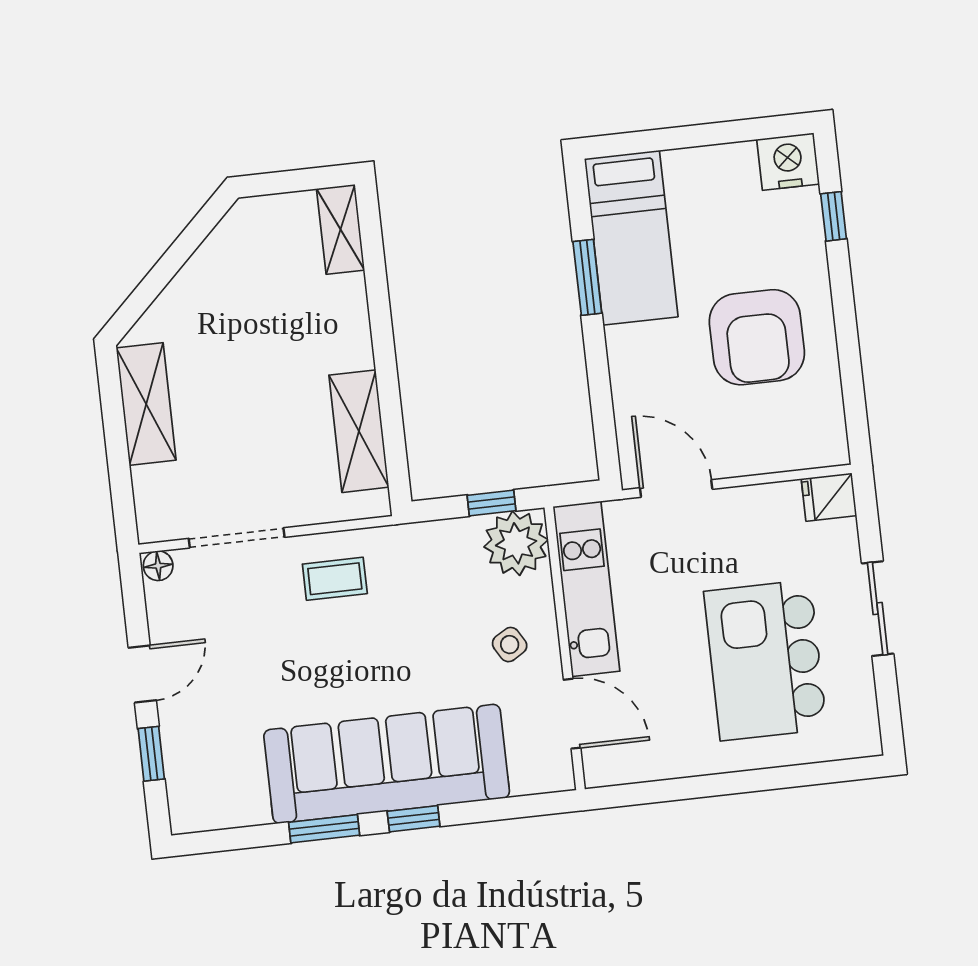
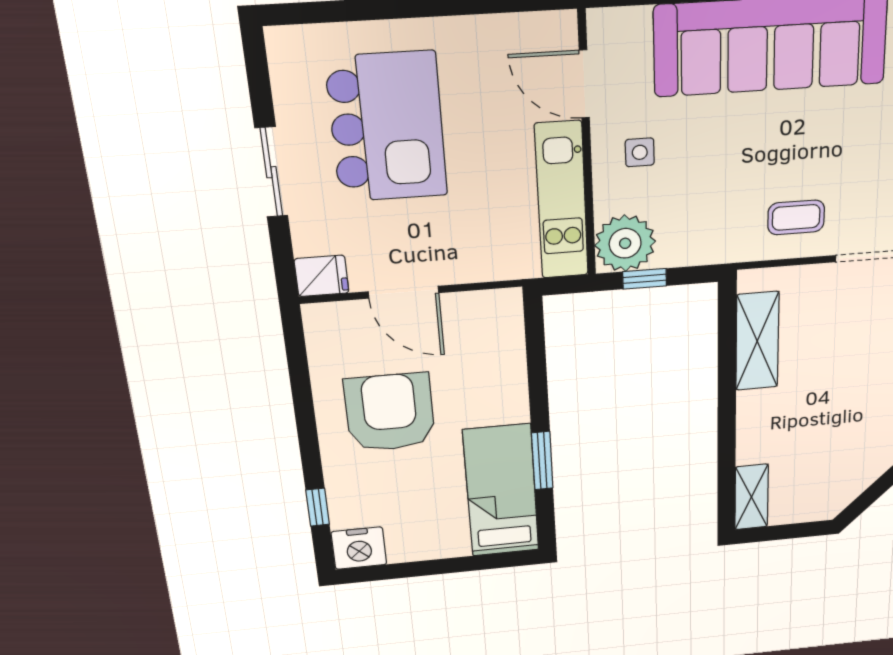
door: (676, 489) -> (404, 292), moved
side table: (510, 645) -> (640, 152), turned 31

